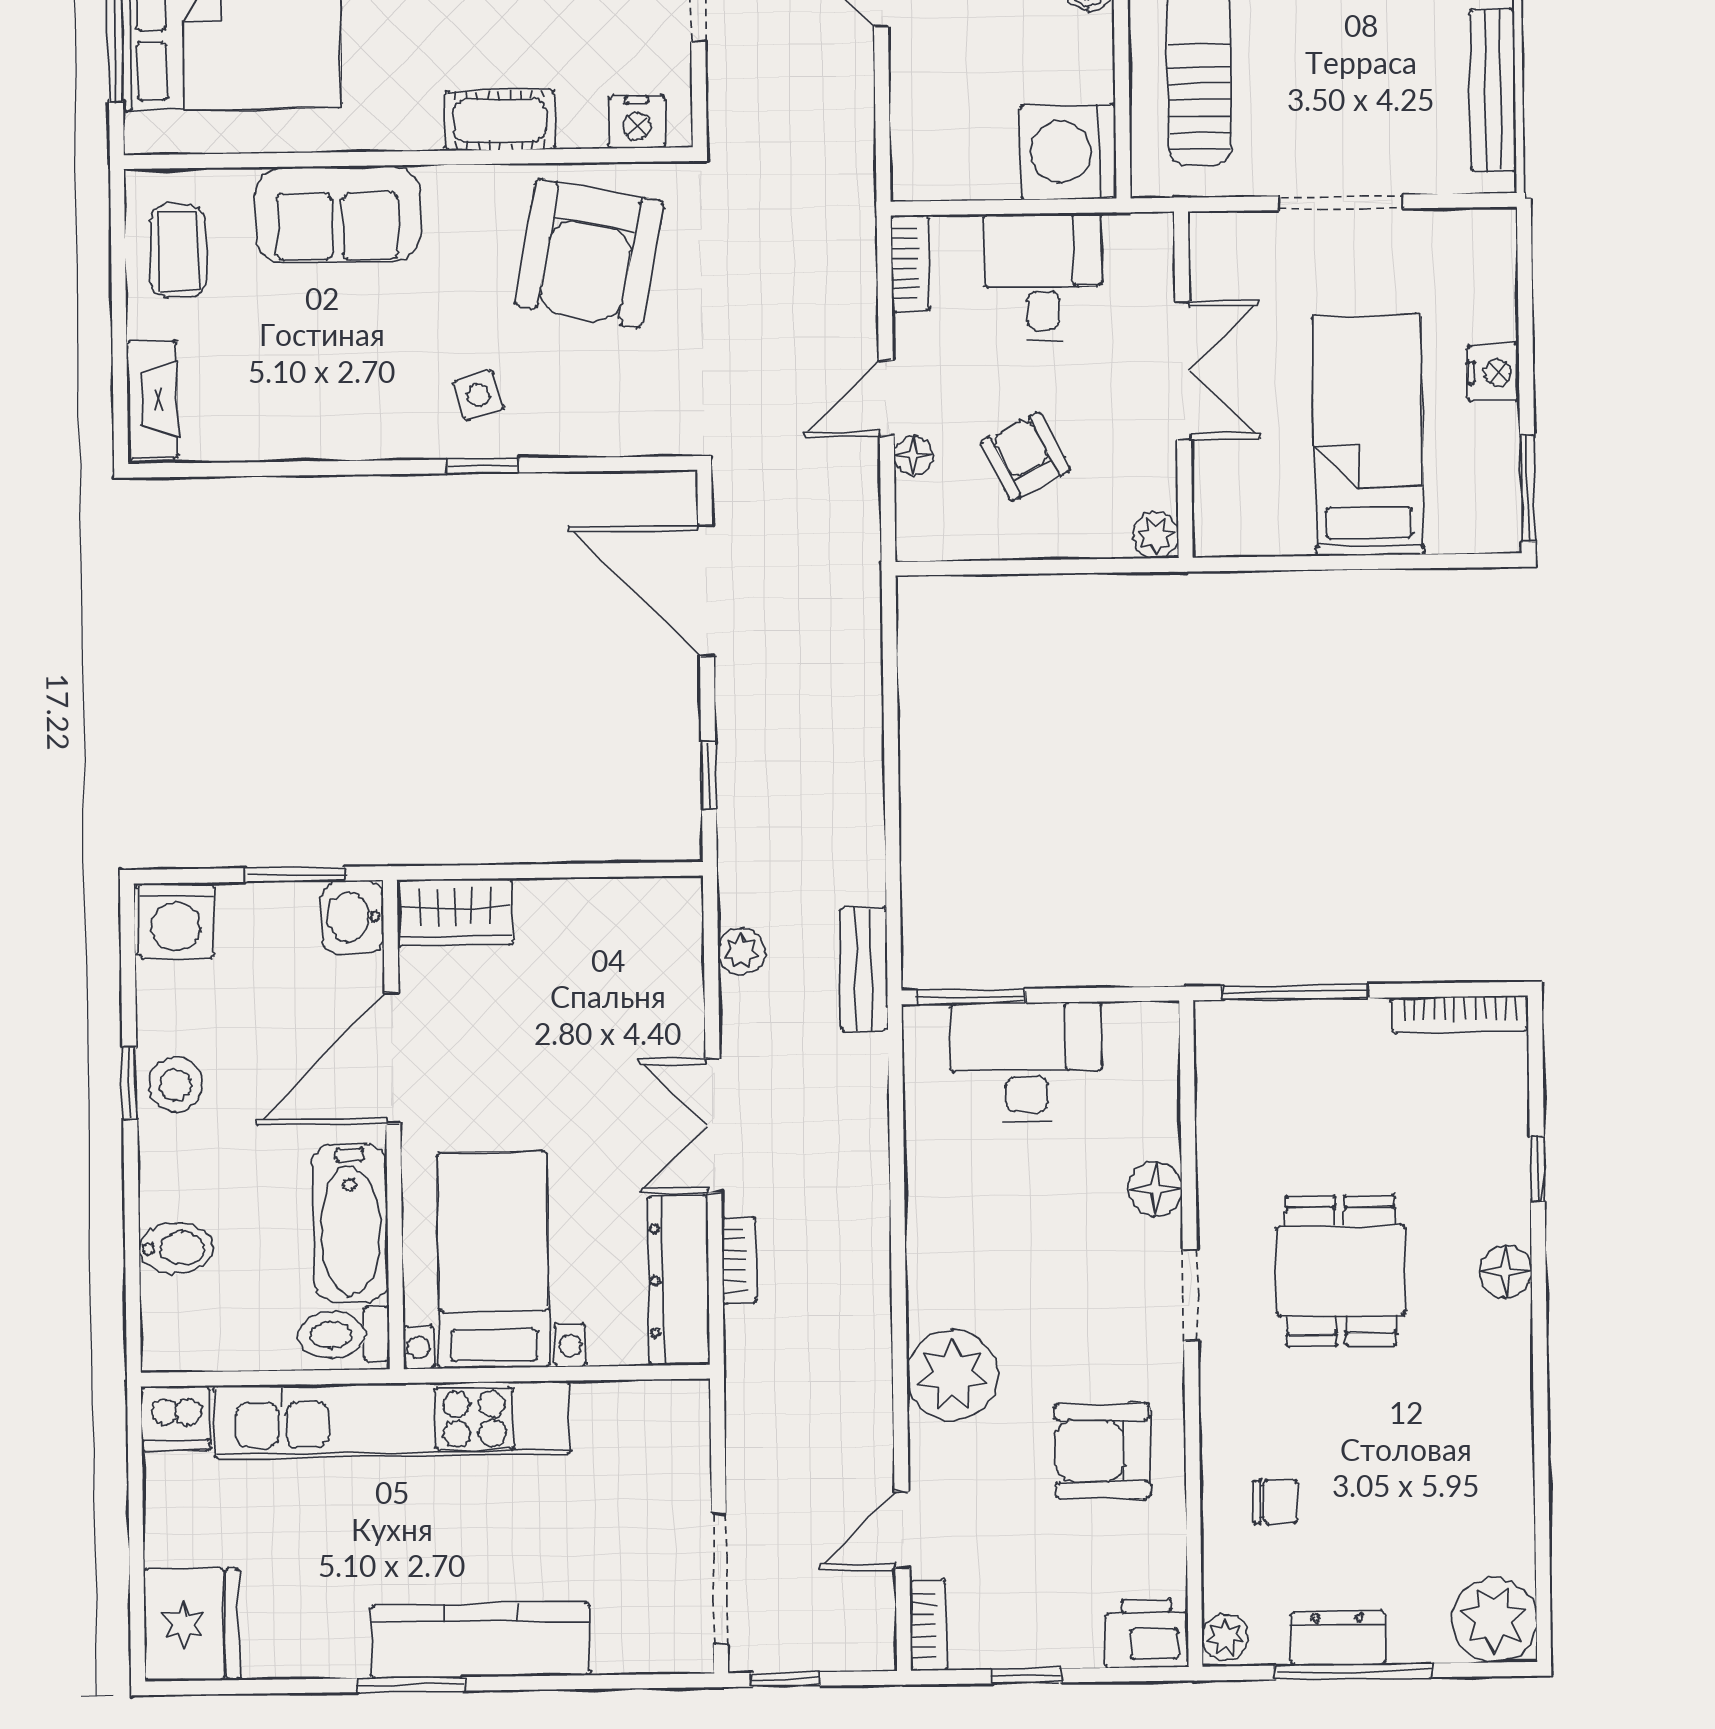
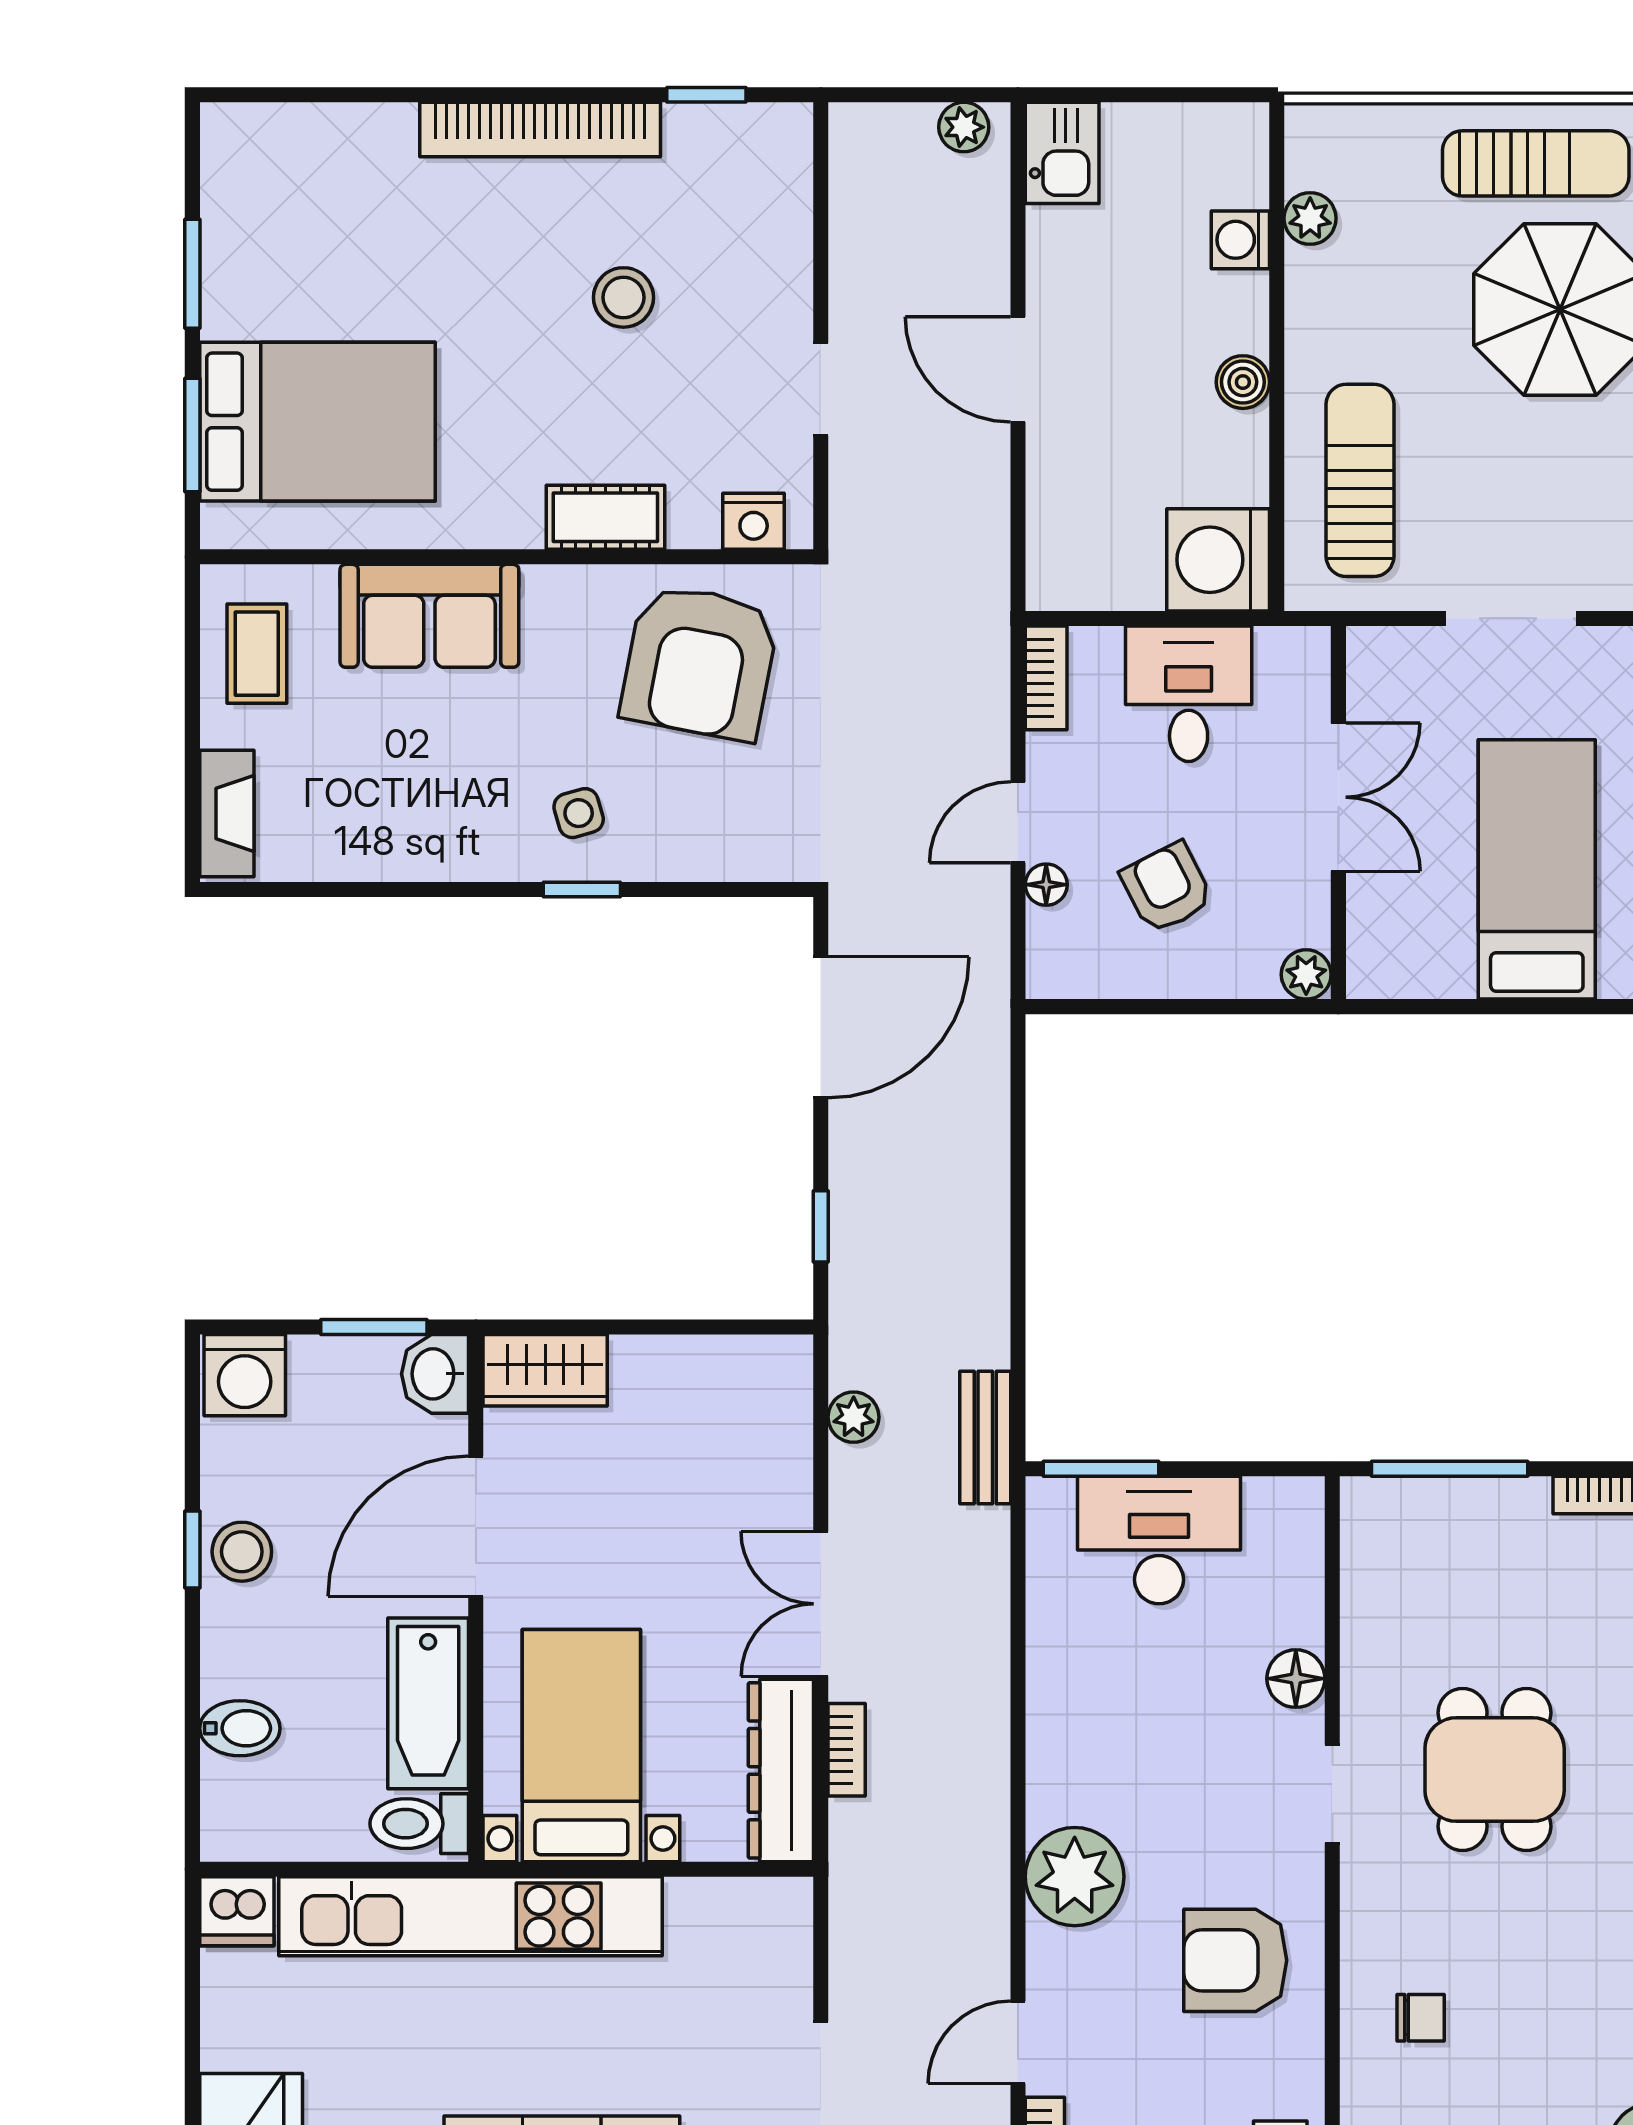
door: (706, 591) -> (821, 1027), swing flipped

